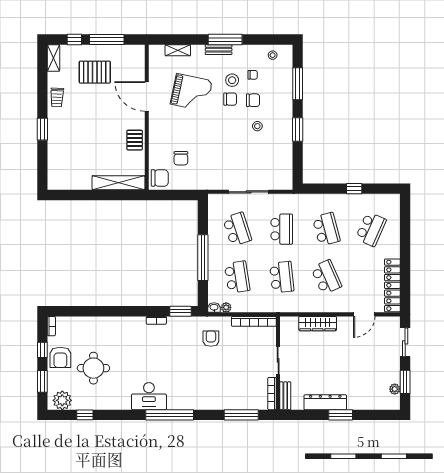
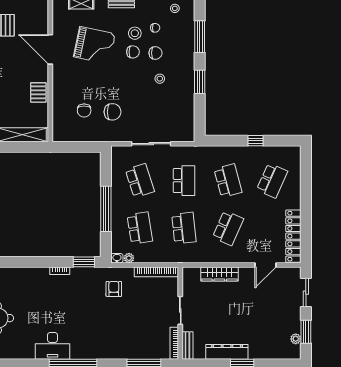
chair: (160, 178) -> (112, 112), moved
school desk: (326, 277) -> (228, 228), turned 48

